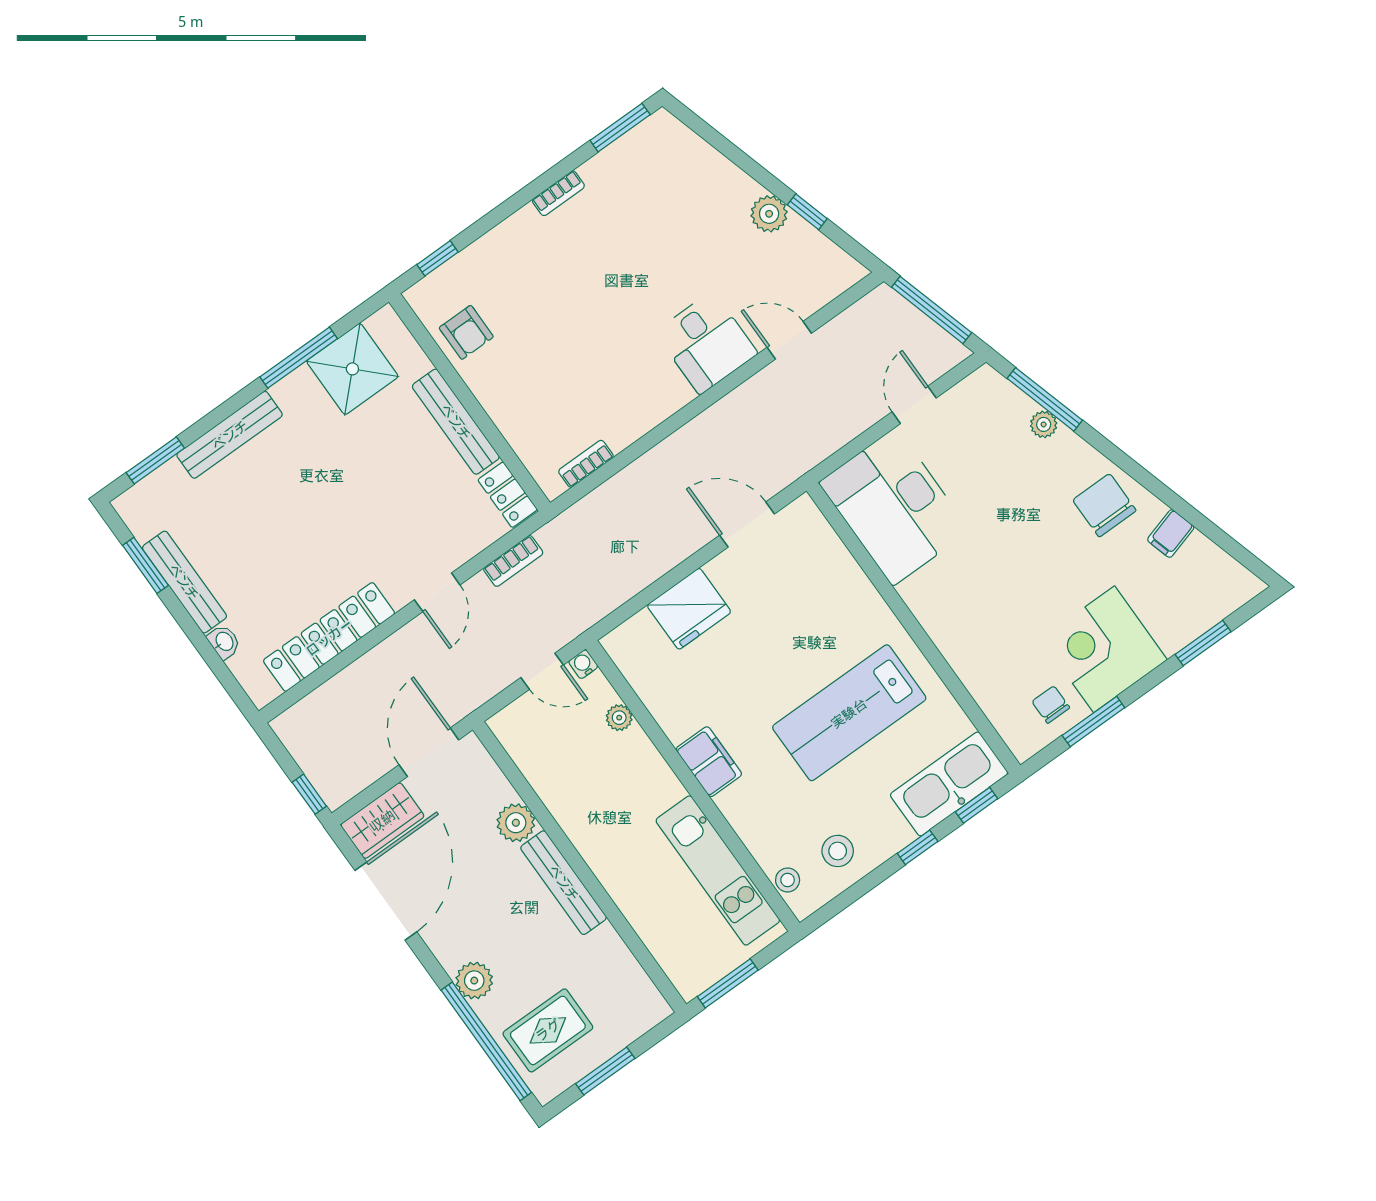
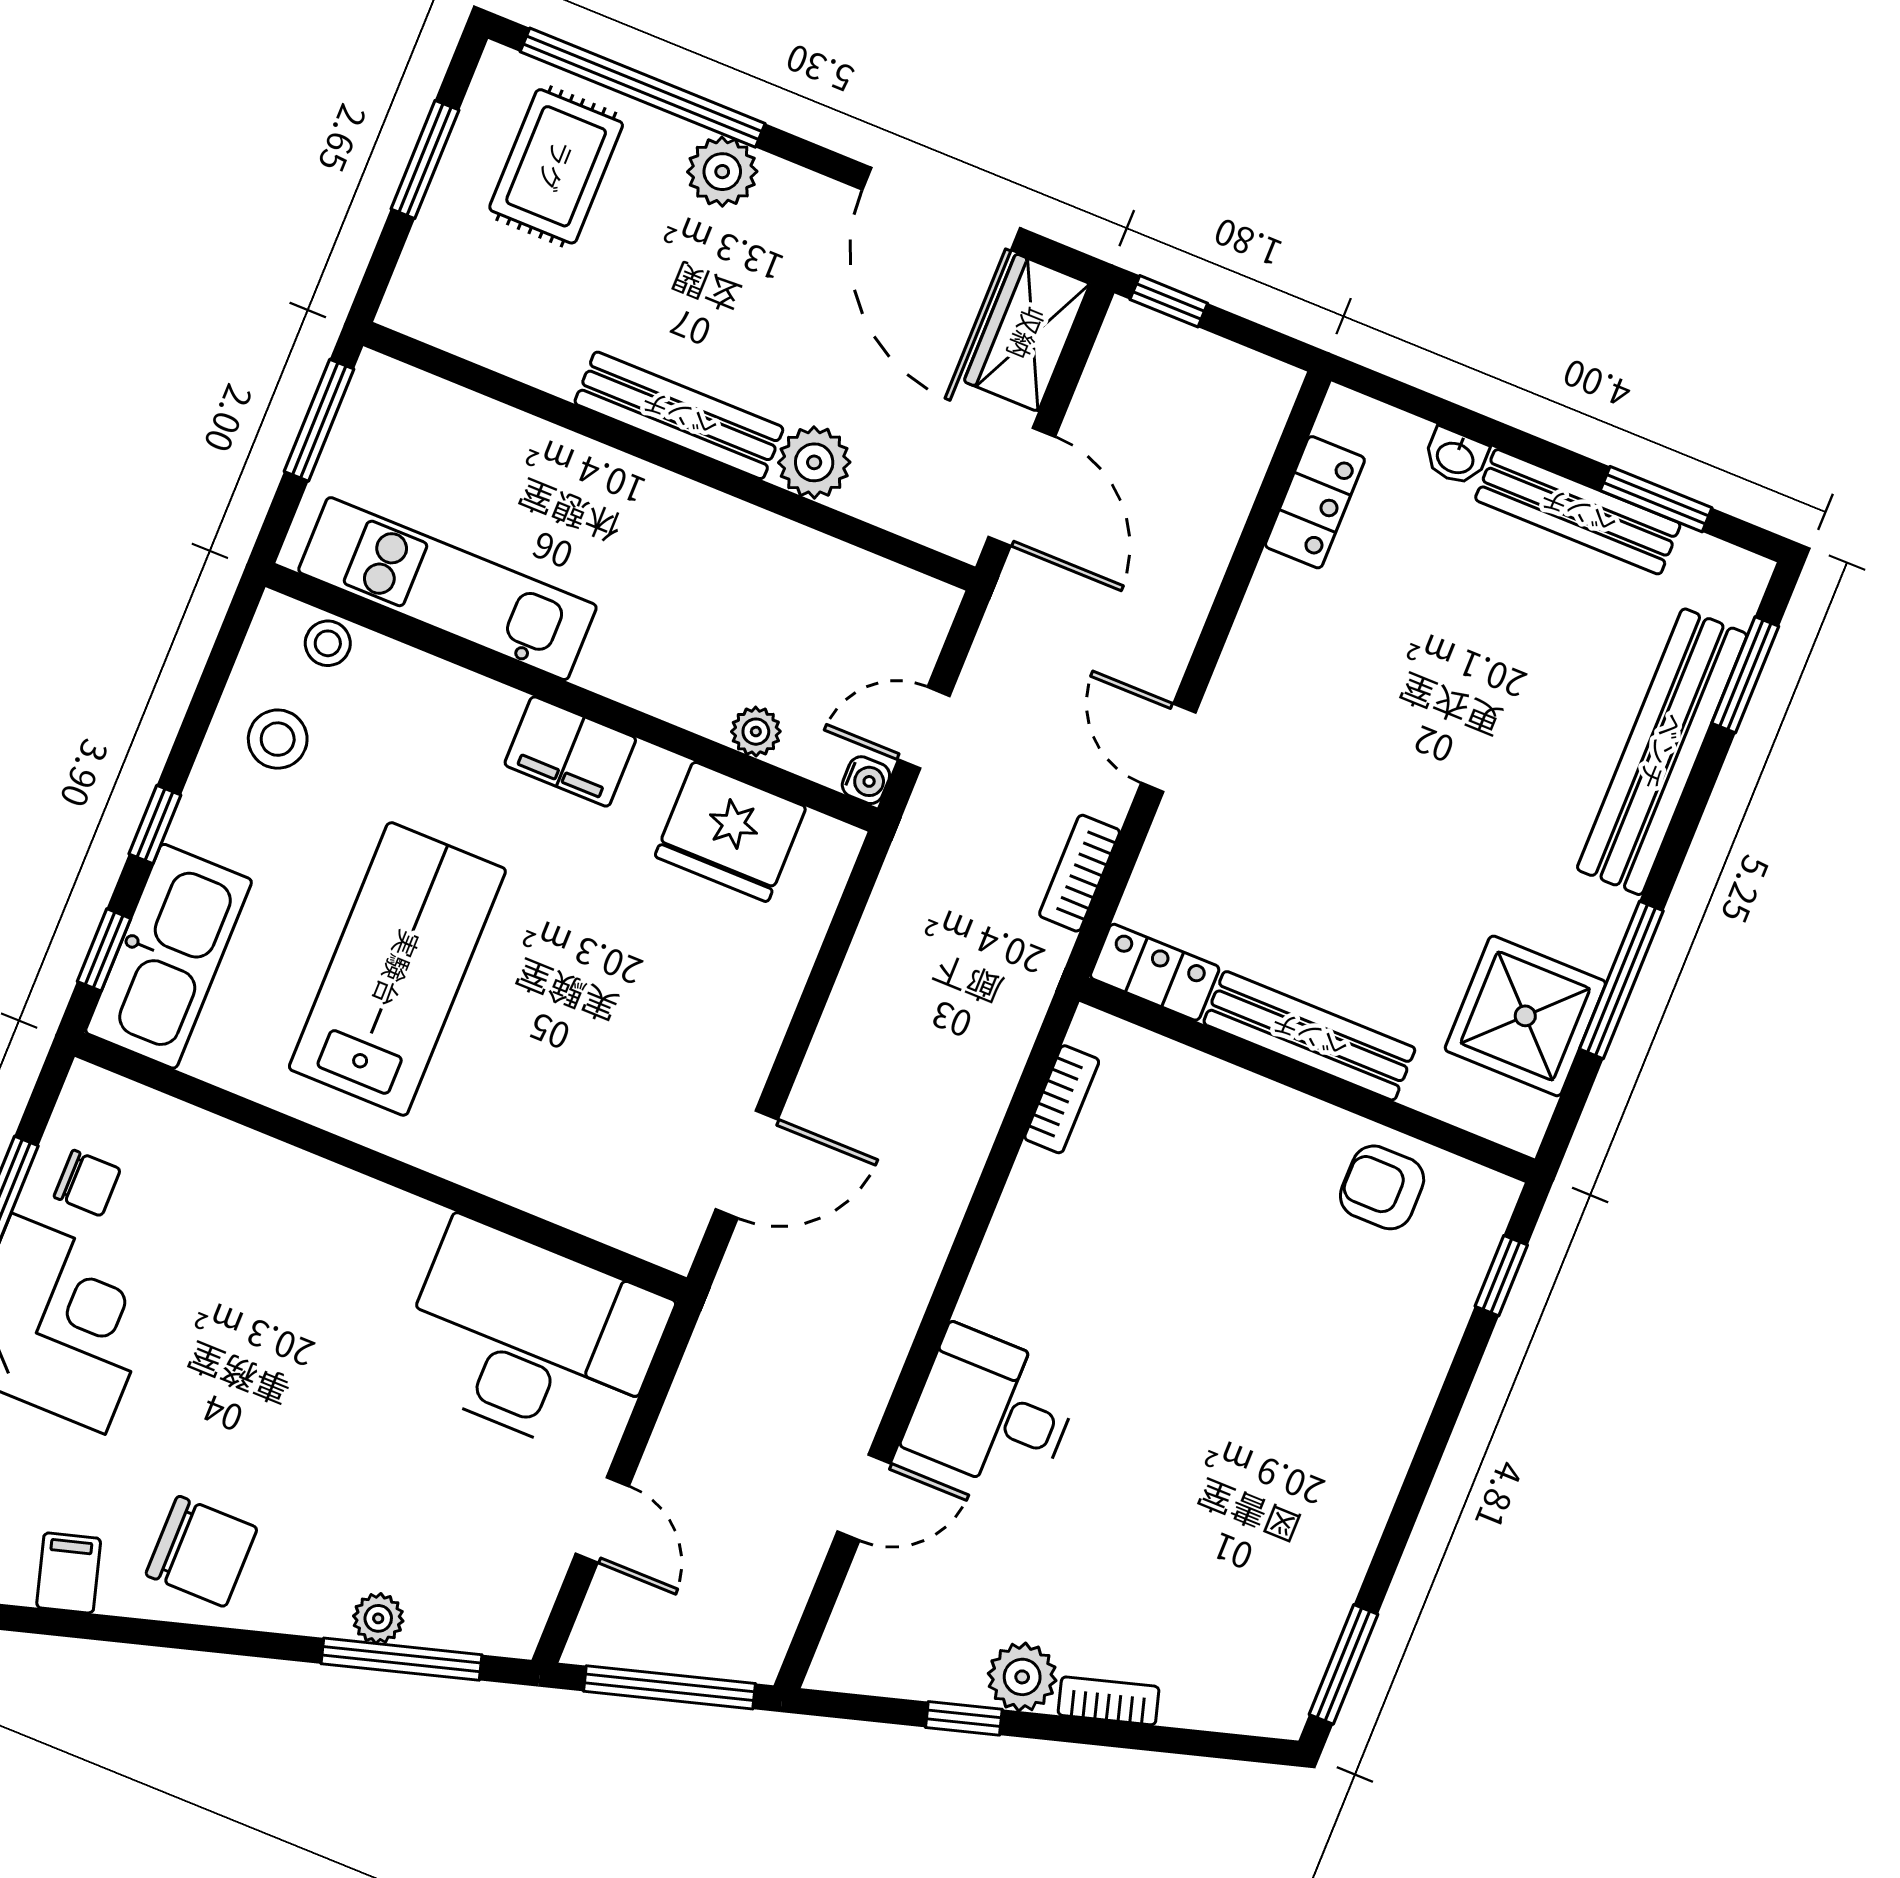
bookcase: (558, 193) -> (1109, 1701), moved, turned 74
bench: (230, 435) -> (1662, 752), width x1.37, depth x1.21
fridge: (689, 609) -> (730, 832), moved, turned -90
locker: (329, 637) -> (1315, 502), width x0.46, depth x0.83

